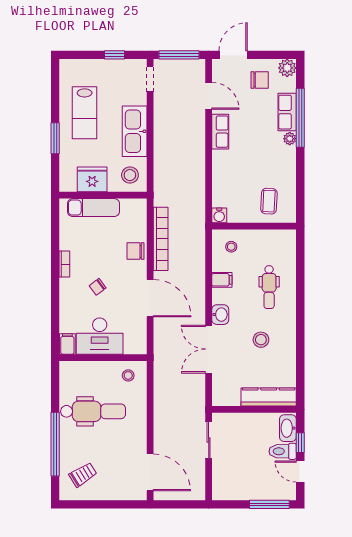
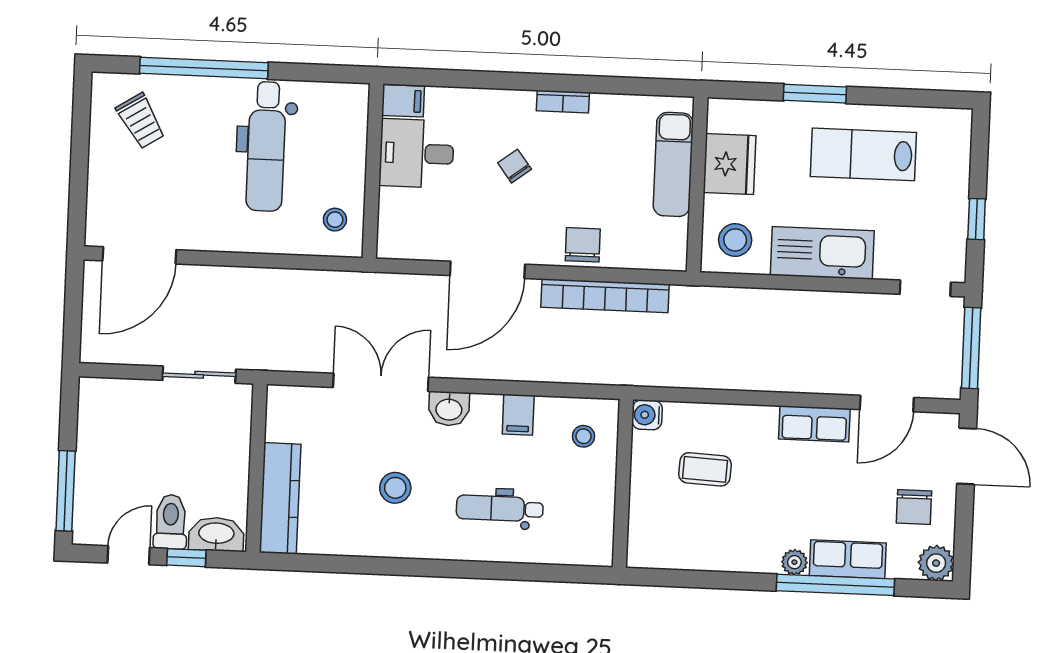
coffee table: (269, 201) -> (705, 469), moved
desk: (100, 336) -> (417, 153), width x0.73

